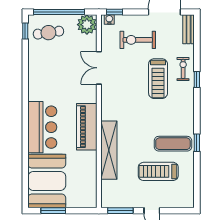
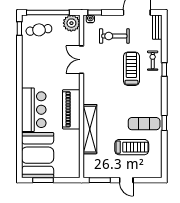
treadmill: (158, 79) -> (131, 69), turned 180
treadmill: (158, 171) -> (132, 147), turned 180

